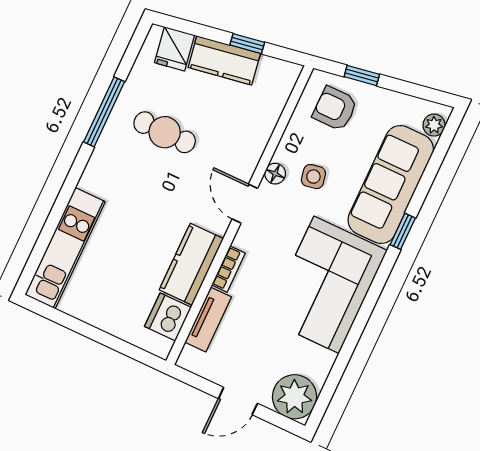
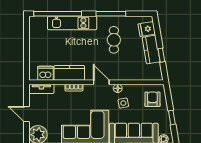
window: (362, 75) -> (172, 118), moved
door: (245, 204) -> (101, 82), hinge flipped
window: (49, 229) -> (58, 14), added
kitchen unit: (65, 248) -> (72, 23), moved
tv unit: (208, 320) -> (41, 89), moved

